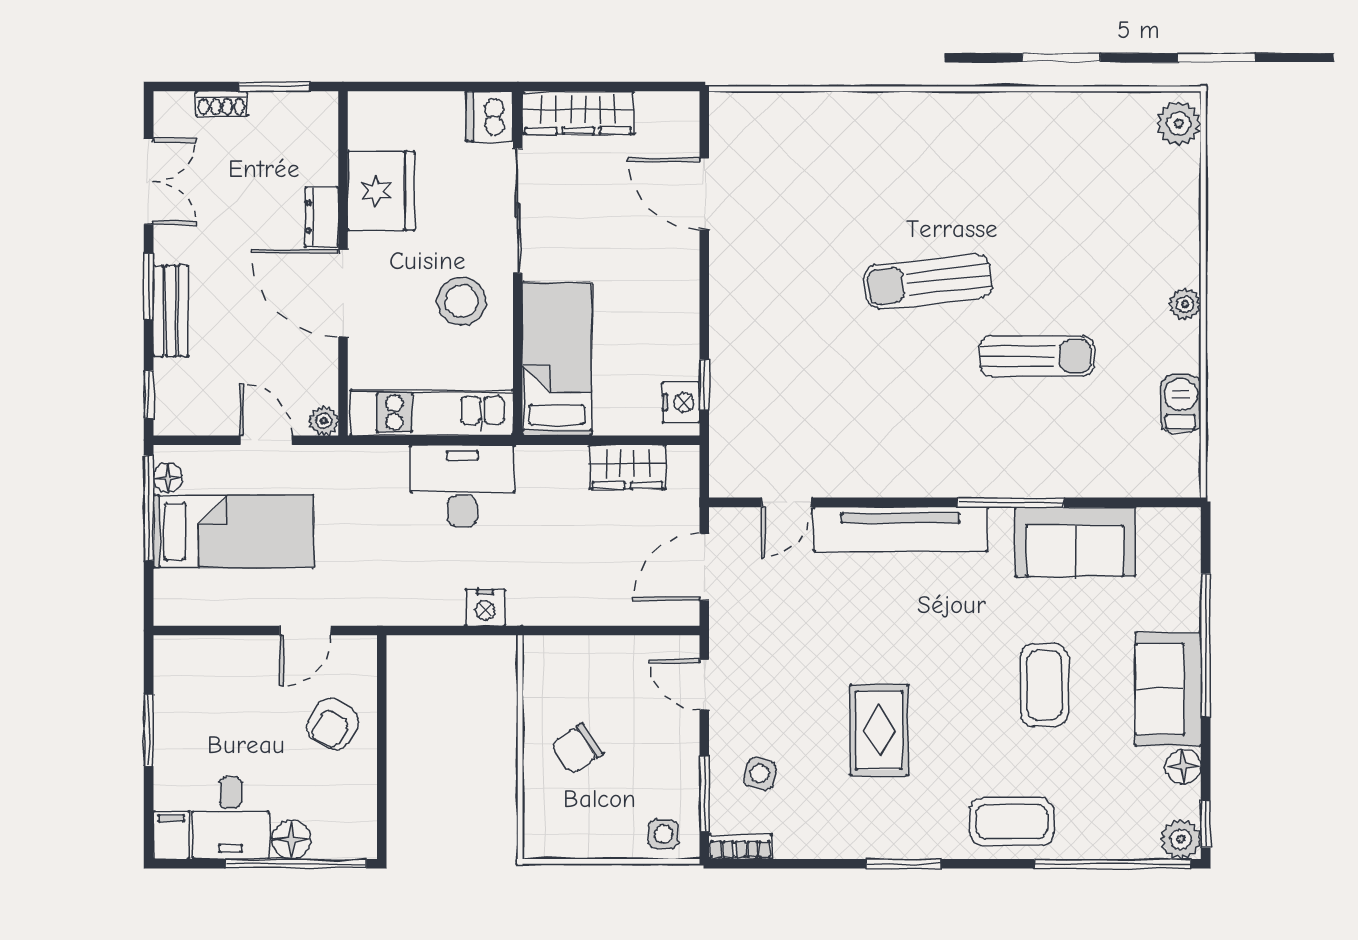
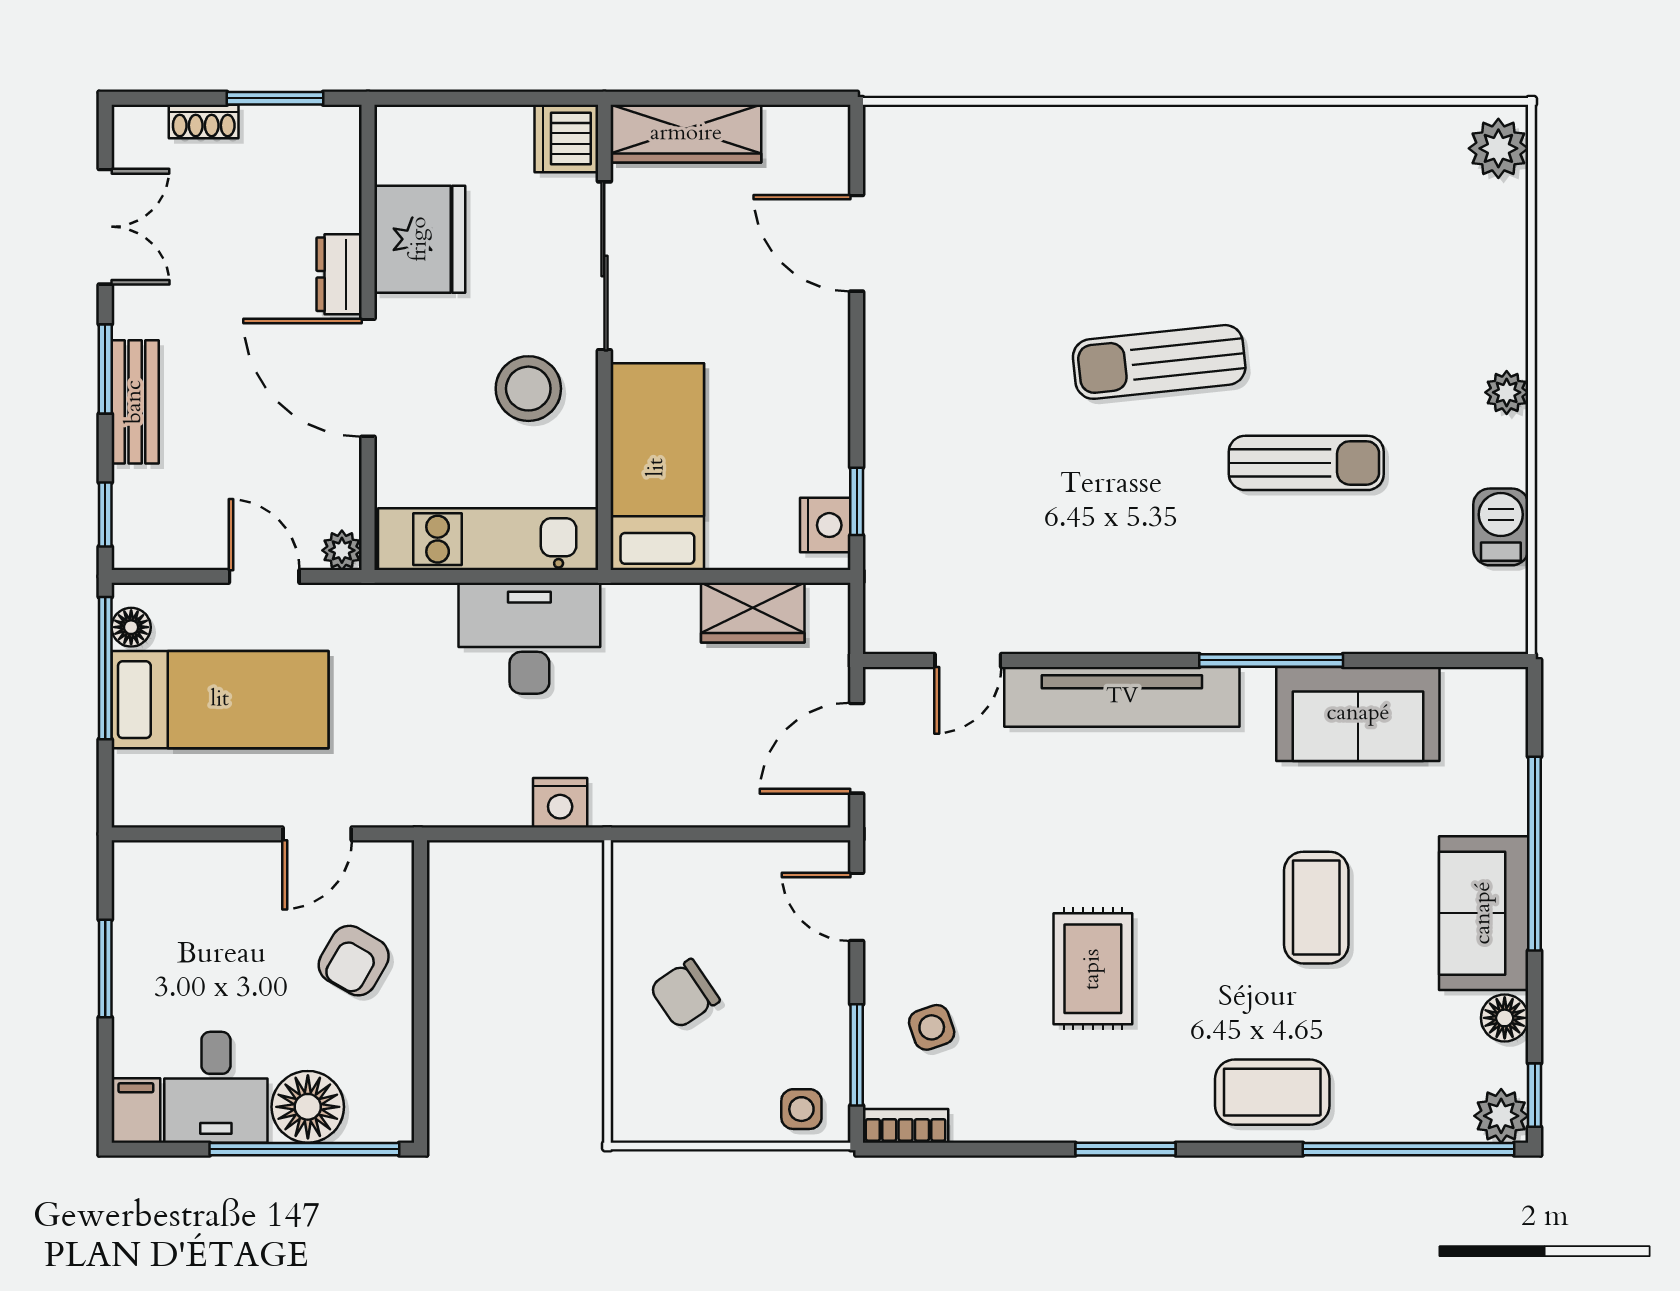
side table: (760, 774) -> (932, 1027), turned -35
floor lamp: (291, 840) -> (308, 1107), width x1.38, depth x1.38

